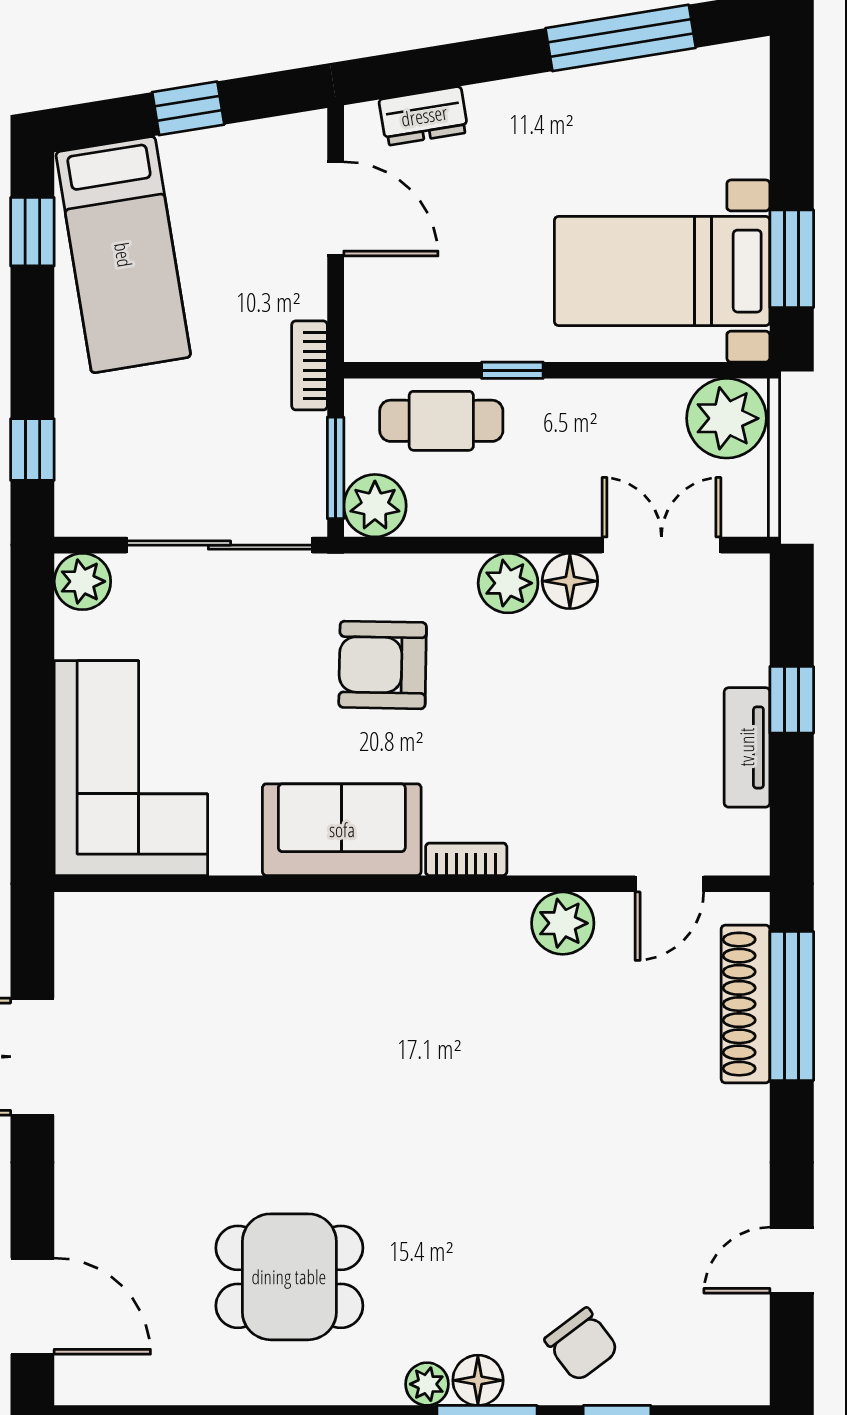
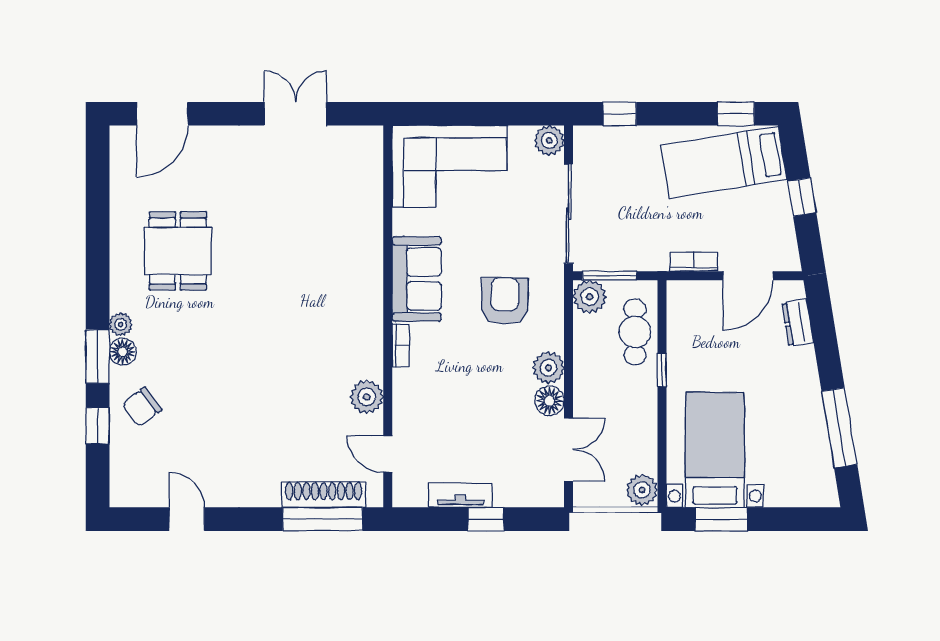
bookcase: (310, 365) -> (694, 262), moved
plant: (727, 418) -> (642, 490), width x0.73, depth x0.73

